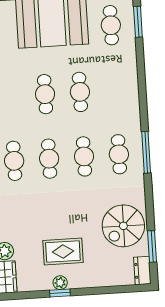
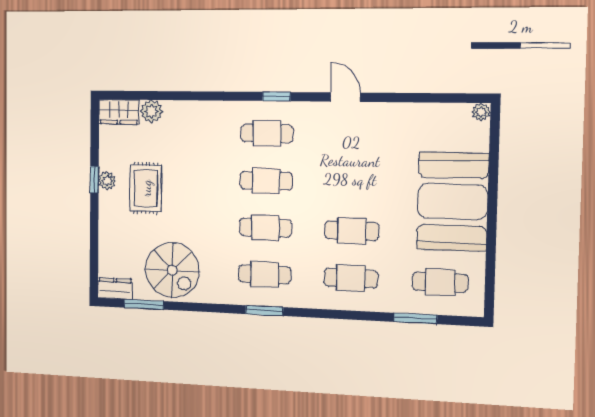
window: (138, 22) -> (415, 318), moved
cafe table: (45, 94) -> (351, 278), moved
window: (146, 152) -> (264, 311), width x0.69
spiral stairs: (123, 226) -> (172, 270), turned 180

